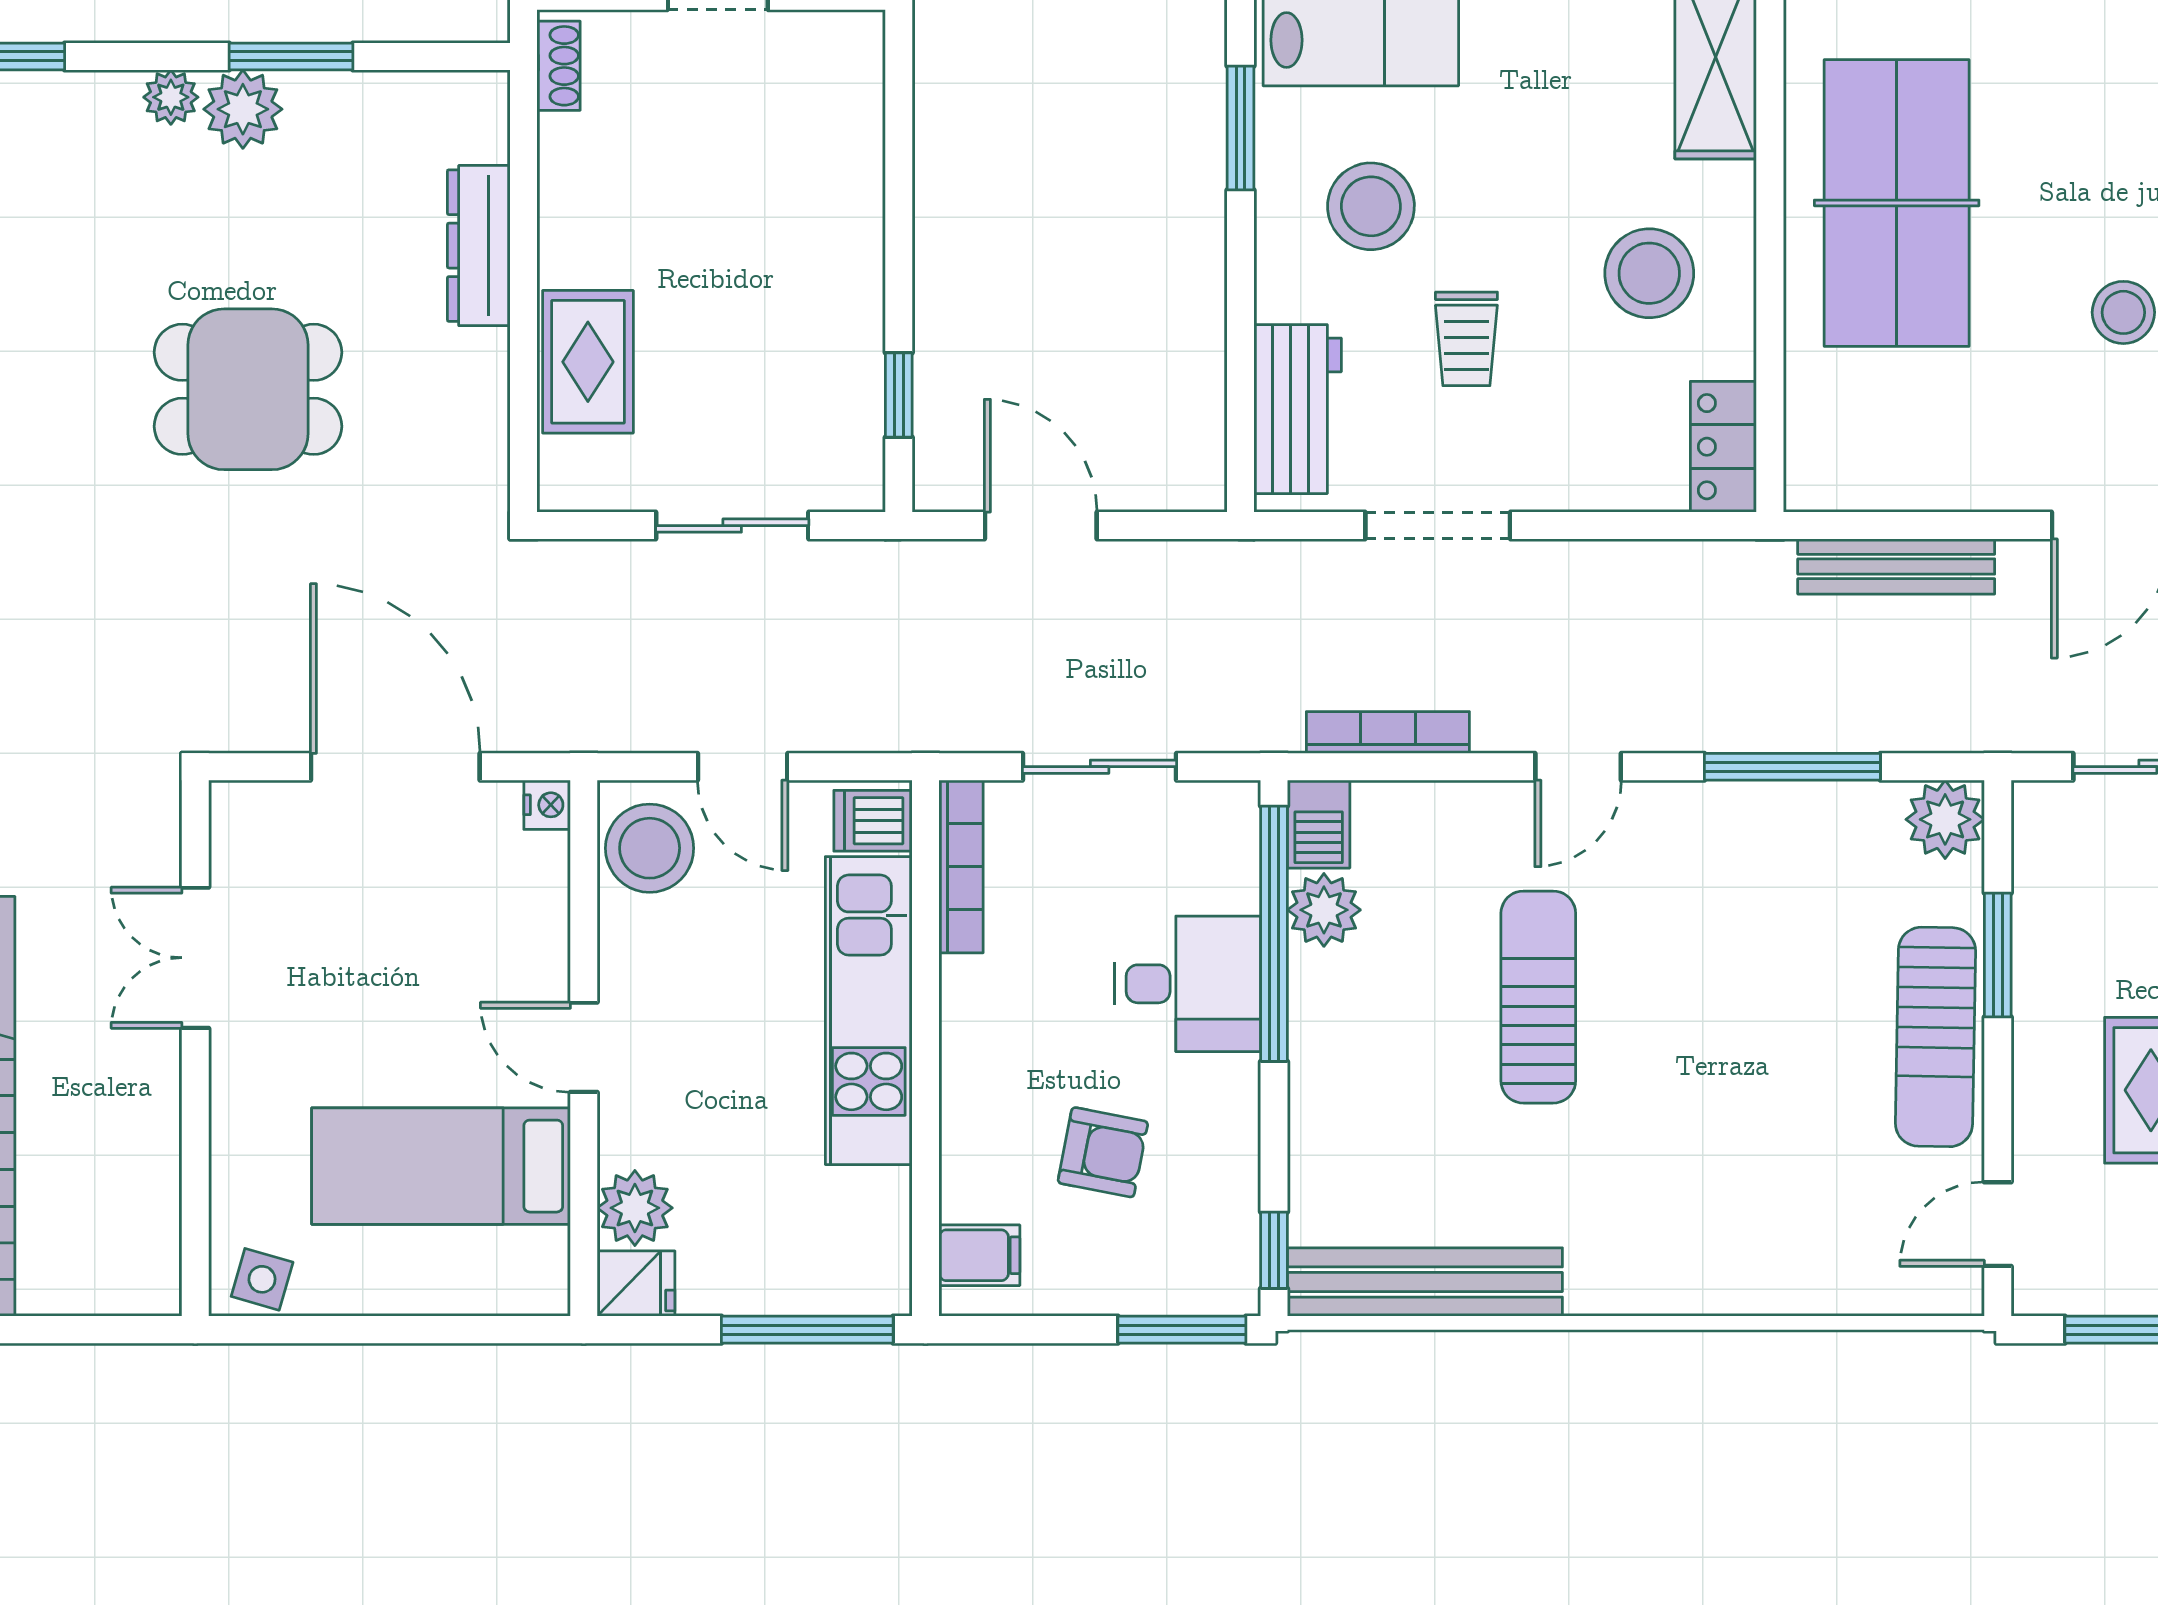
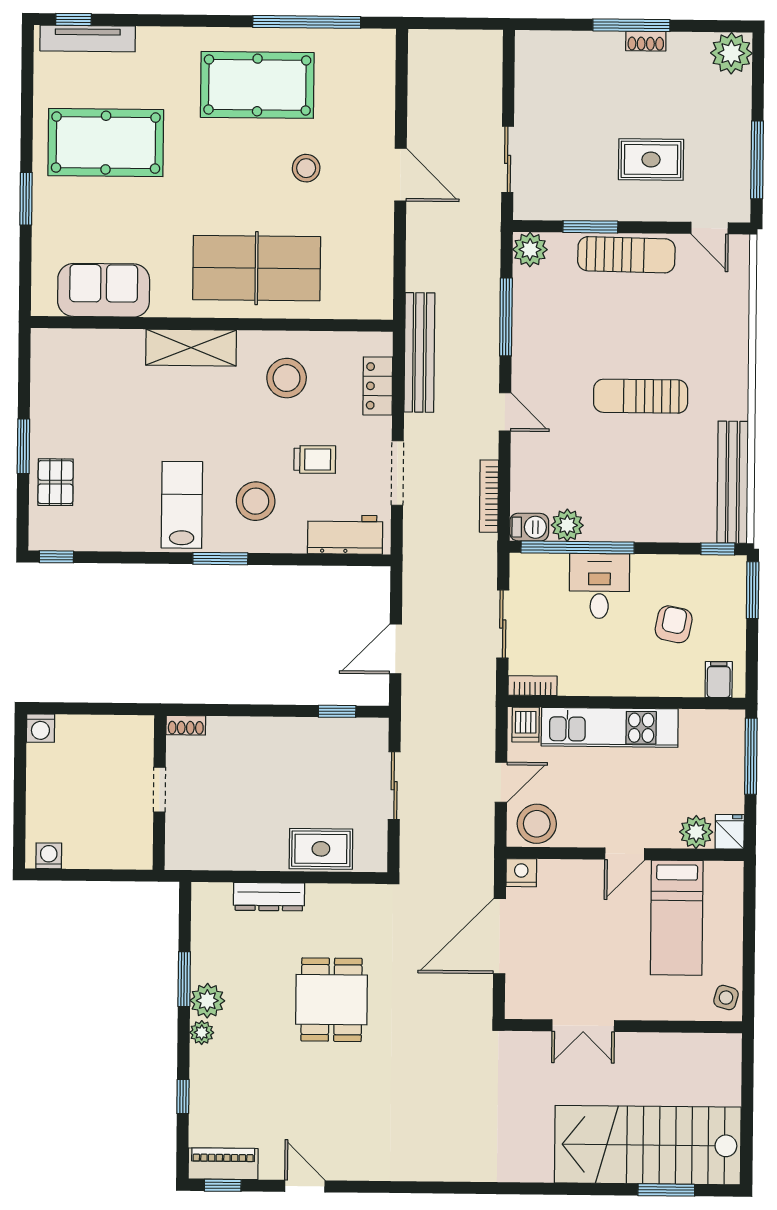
shoe rack: (559, 66) -> (186, 725), moved, turned 180
locker: (1723, 447) -> (378, 386), moved, turned 90
bench: (1896, 566) -> (419, 352), moved, width x1.37, depth x1.21
nightstand: (547, 805) -> (521, 873), width x1.39, depth x1.35
bookcase: (961, 867) -> (533, 686), width x0.64
sun lounger: (1538, 997) -> (641, 396), moved

